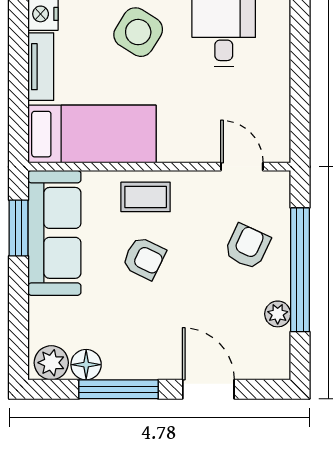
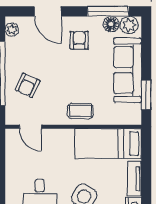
sofa: (54, 233) -> (127, 70), moved
armchair: (144, 258) -> (79, 40), moved, turned 64
plant: (278, 314) -> (12, 30), moved
window: (119, 389) -> (108, 11), moved

